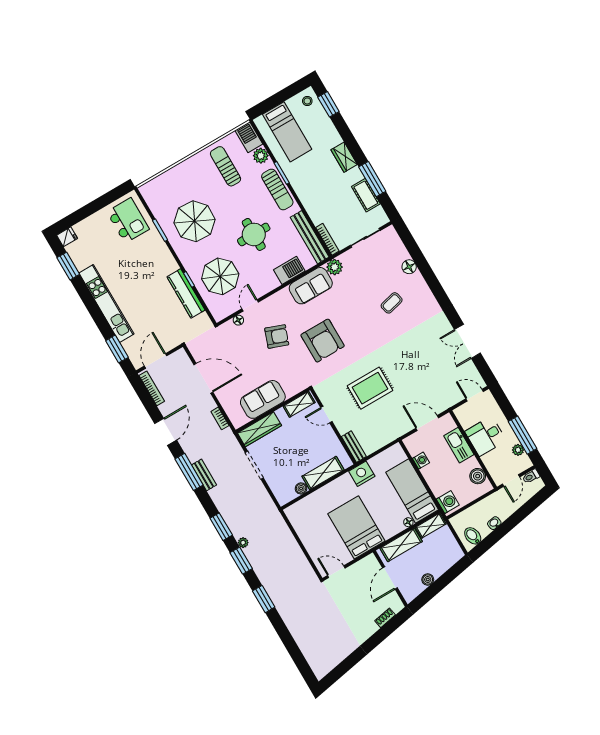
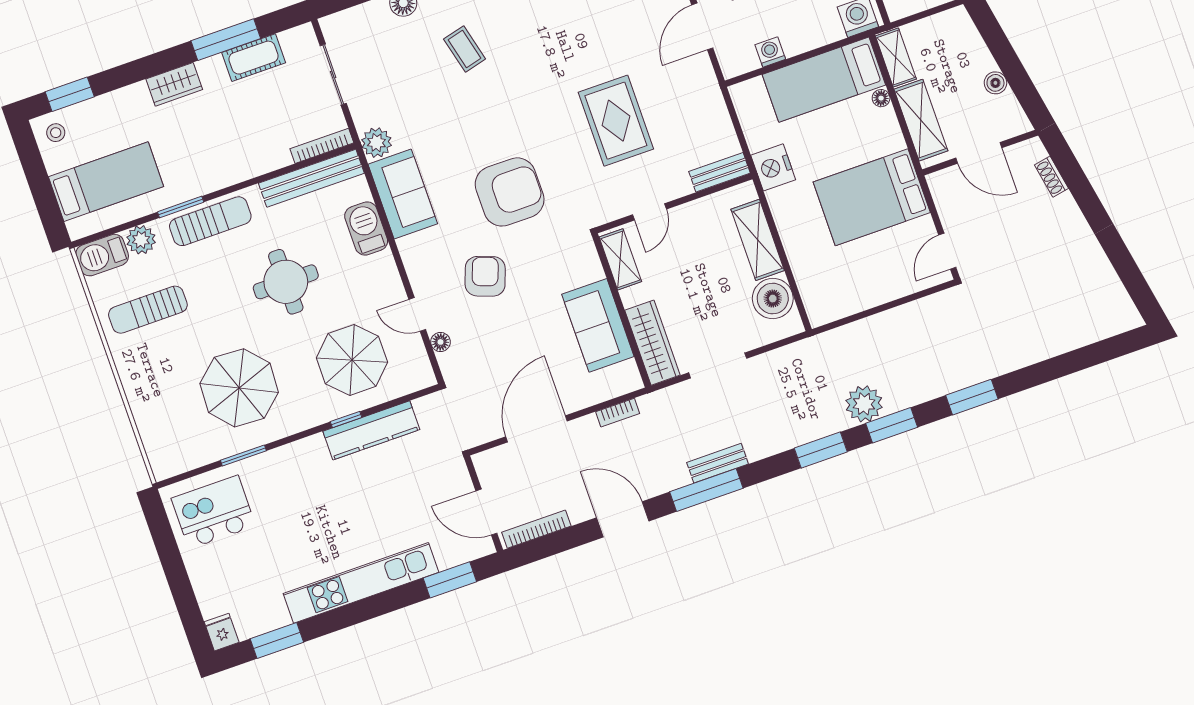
boiler: (301, 488) -> (773, 299), width x1.86, depth x1.86
plant: (243, 543) -> (864, 404), width x1.87, depth x1.87

